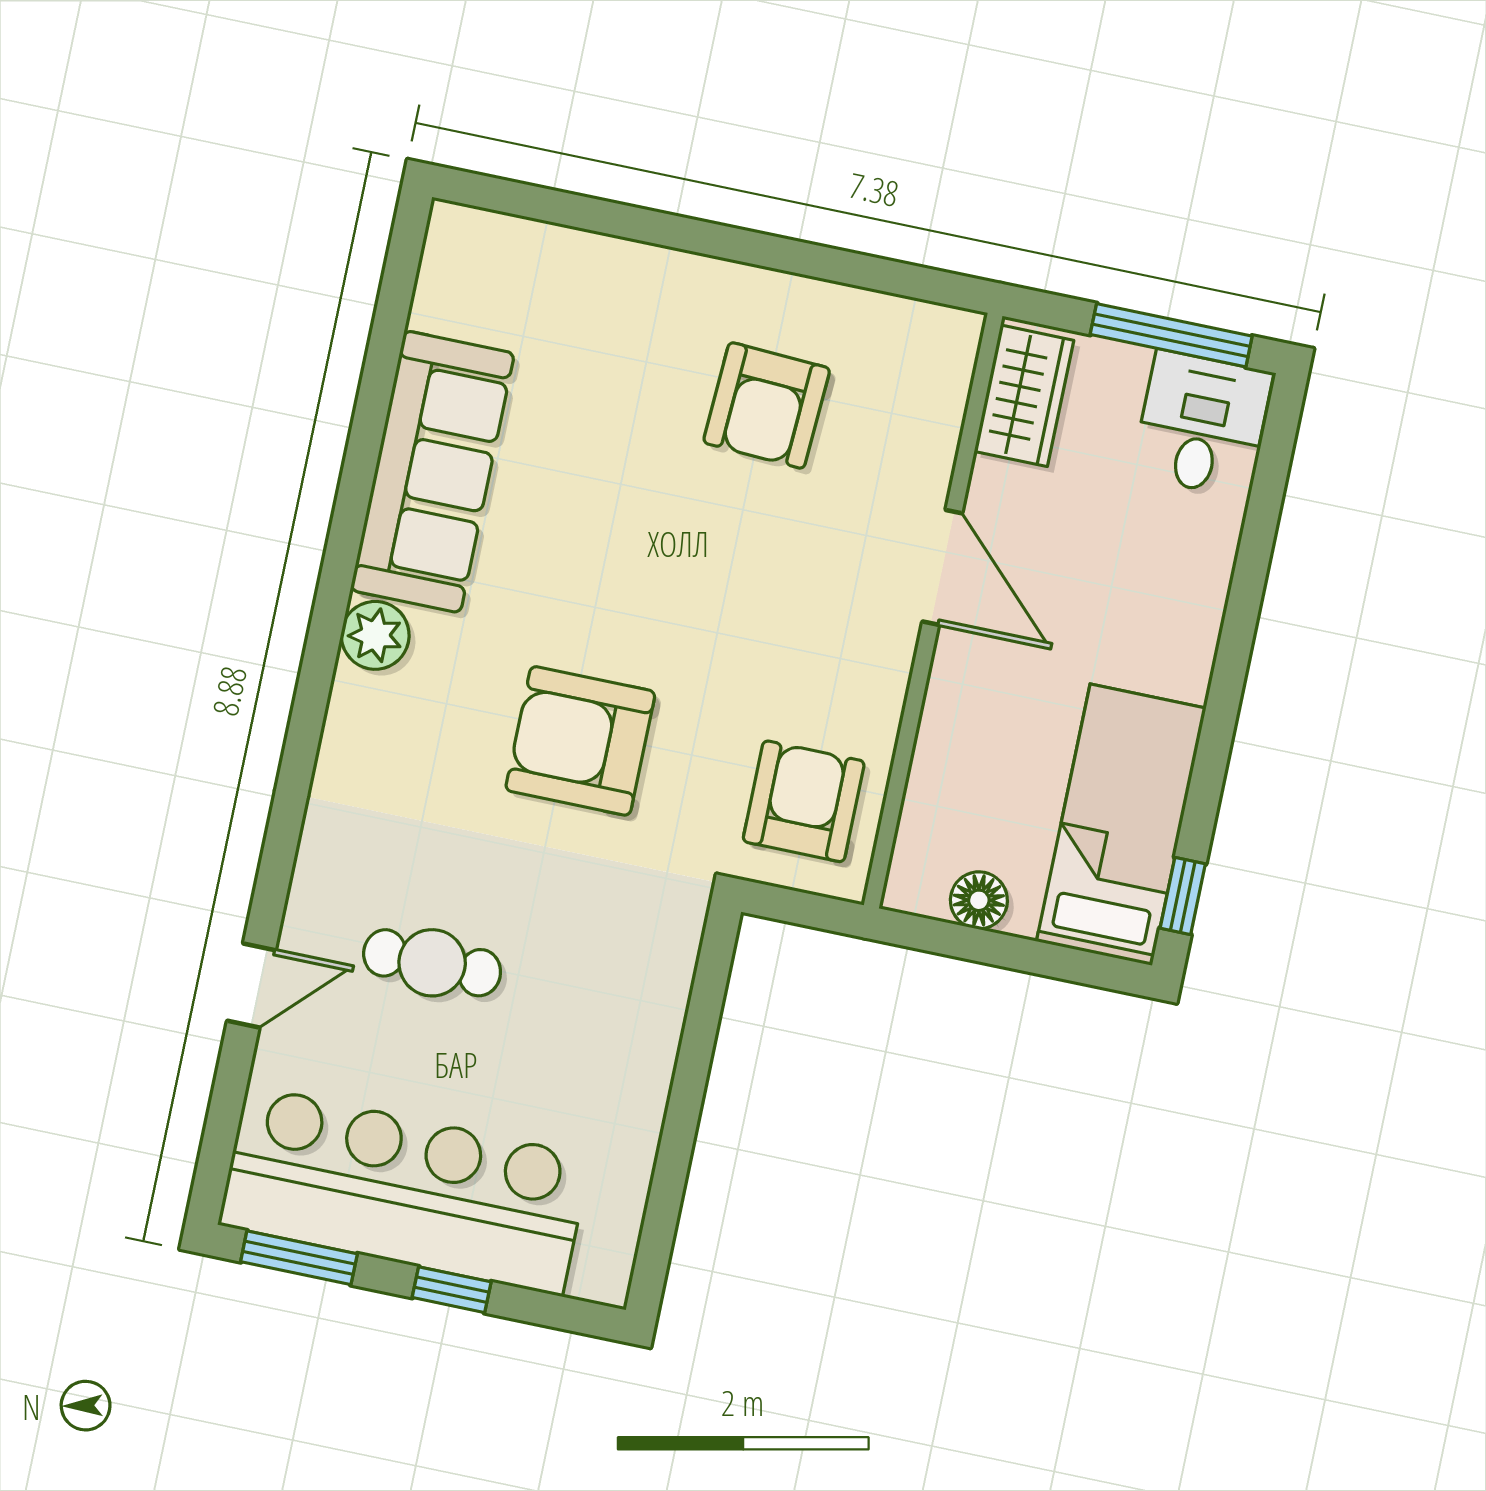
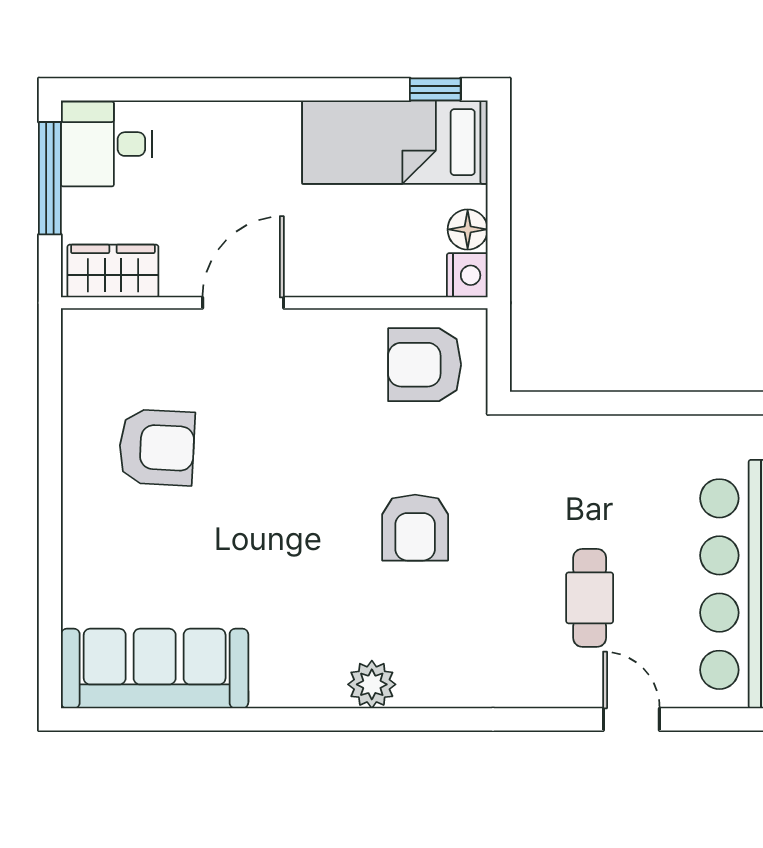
sofa: (432, 472) -> (155, 668), moved
armchair: (580, 741) -> (415, 528), width x0.73, depth x0.73
nightstand: (915, 887) -> (467, 275), added

